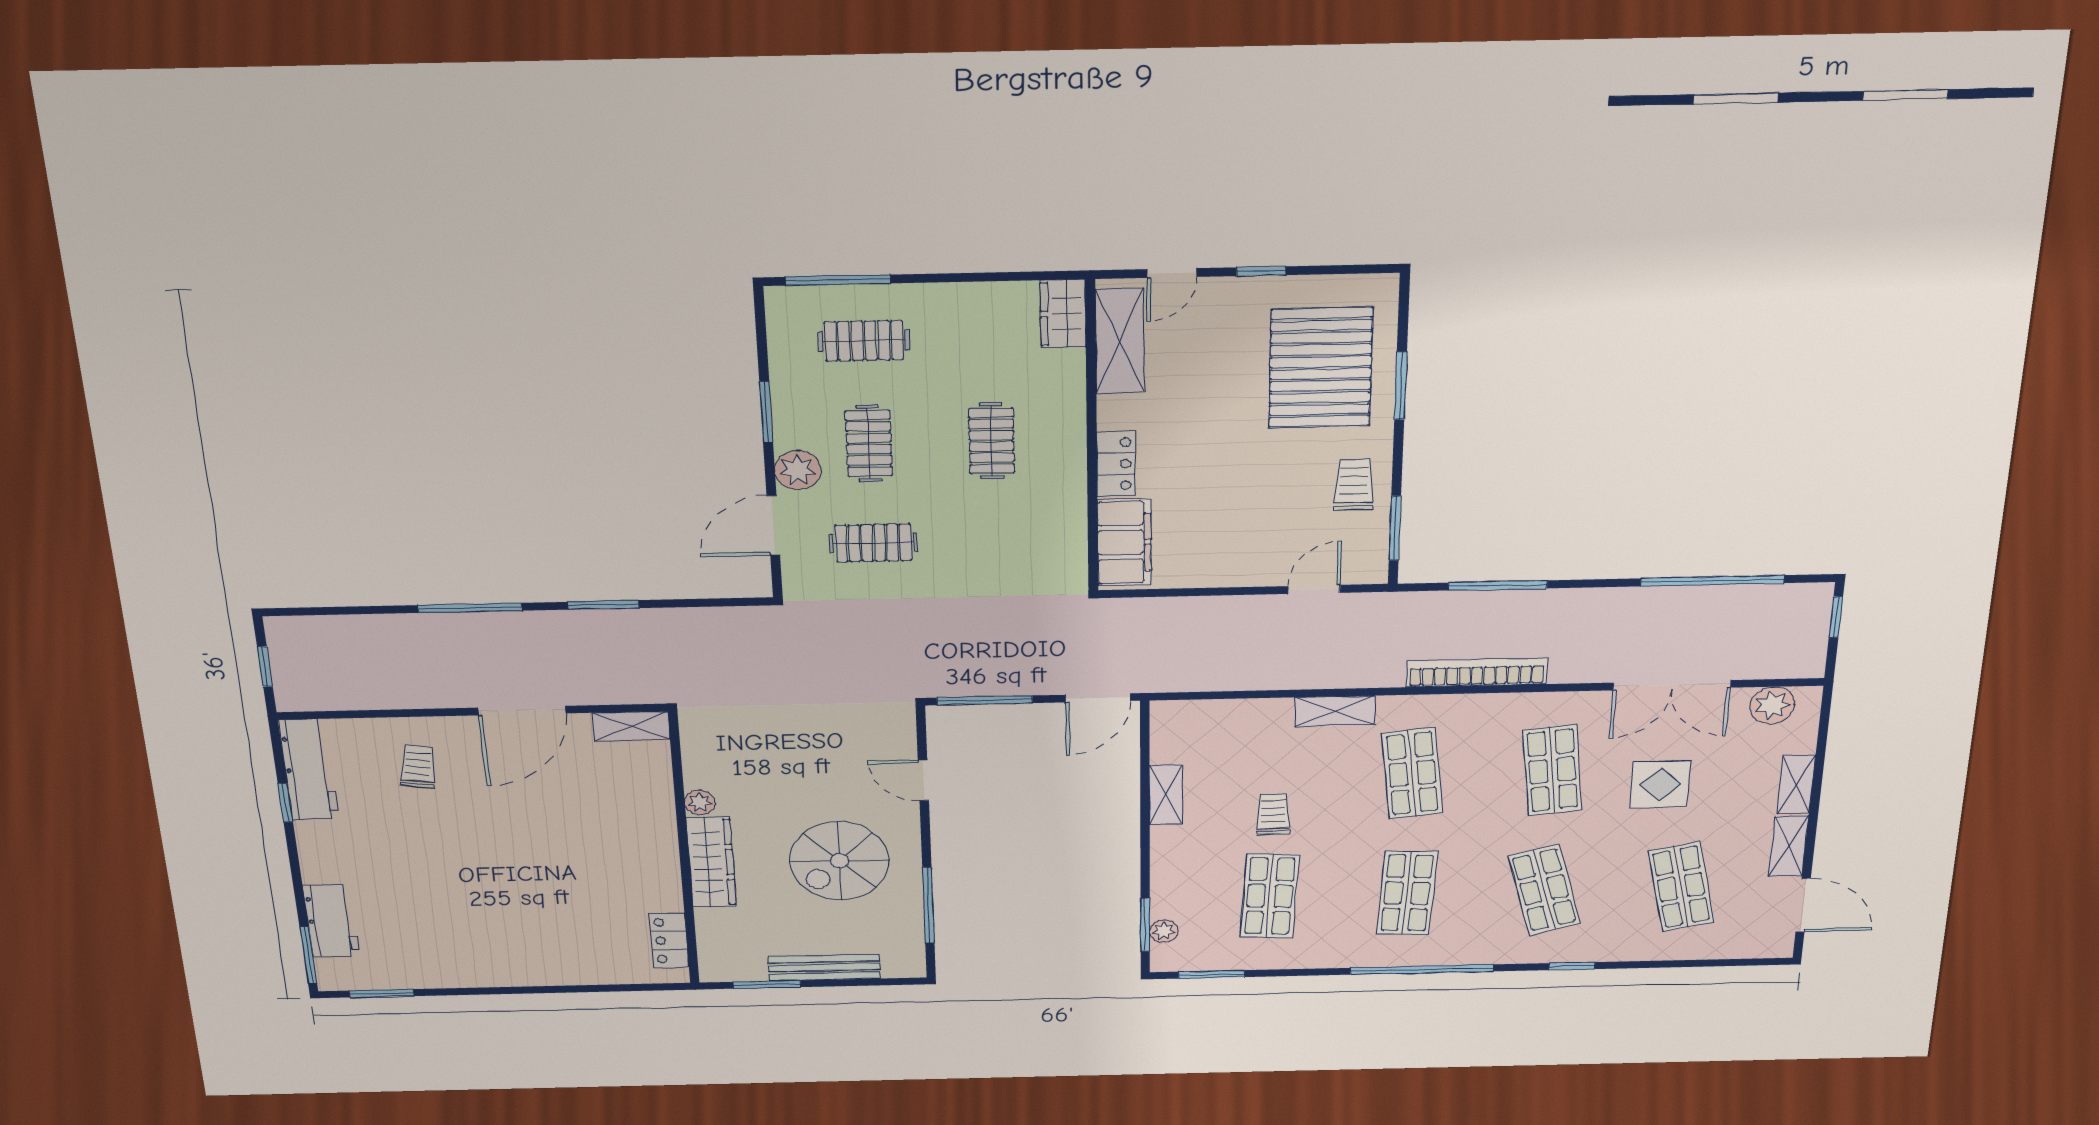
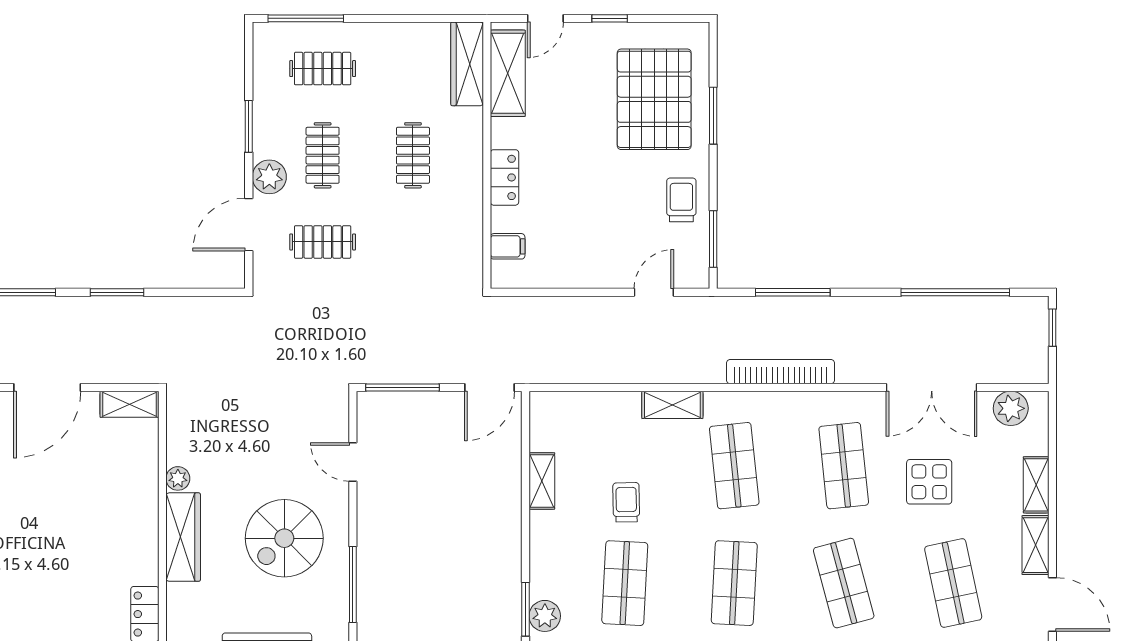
wardrobe: (1063, 314) -> (467, 64), width x1.50
filing cabinet: (1124, 542) -> (508, 246), width x0.33, depth x0.86
plant: (1164, 931) -> (545, 616), width x1.38, depth x1.38

